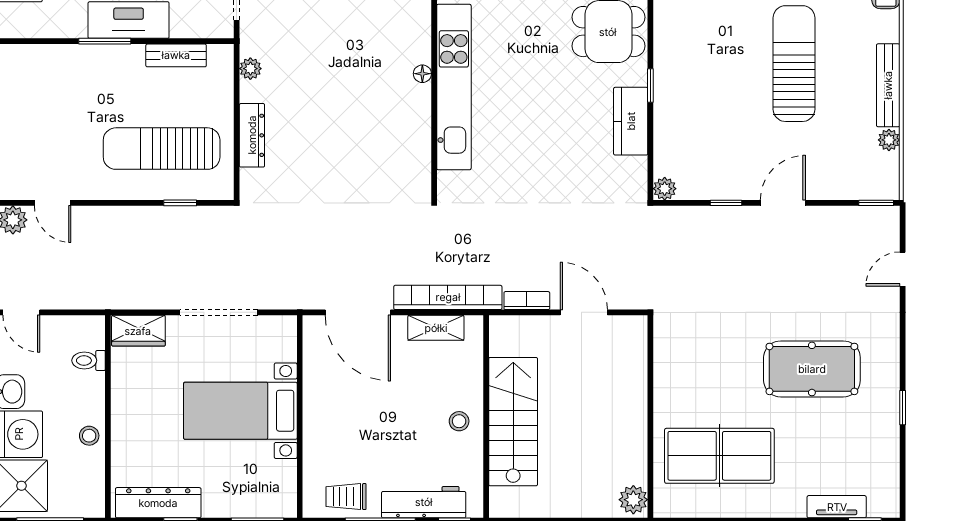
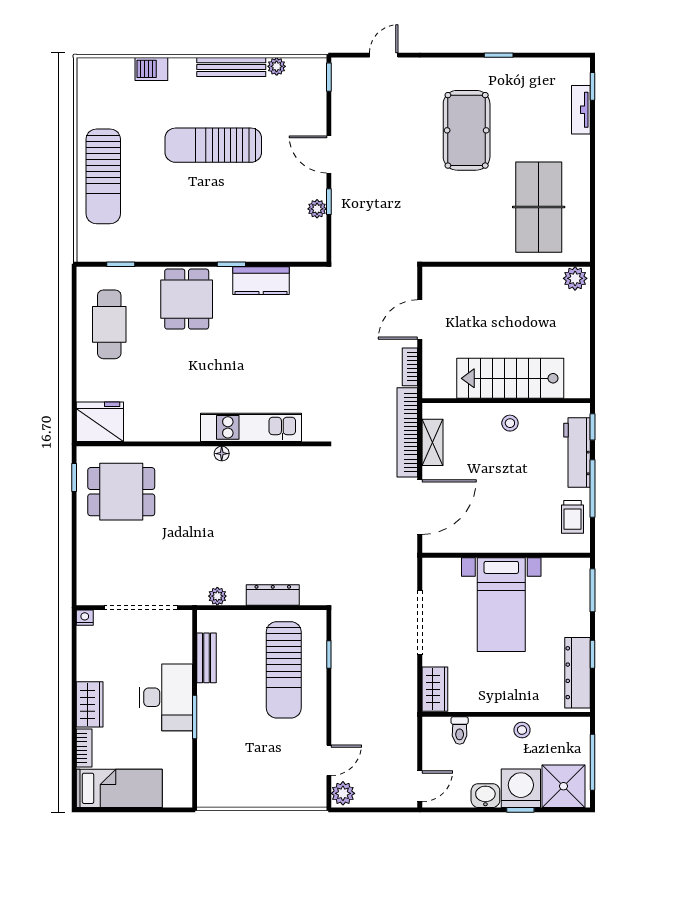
kitchen unit: (454, 87) -> (251, 427), width x0.73
plant: (665, 189) -> (317, 209), moved
door: (903, 269) -> (384, 55), swing flipped

